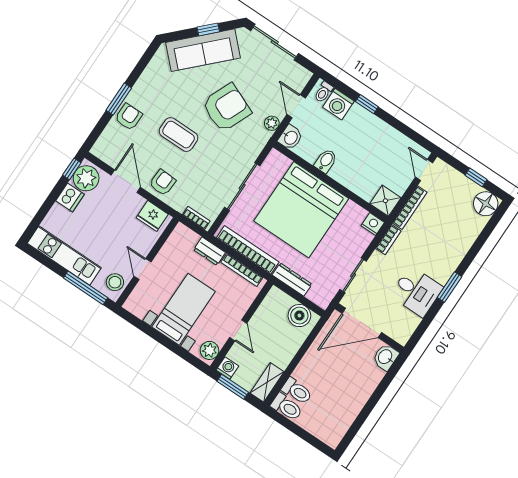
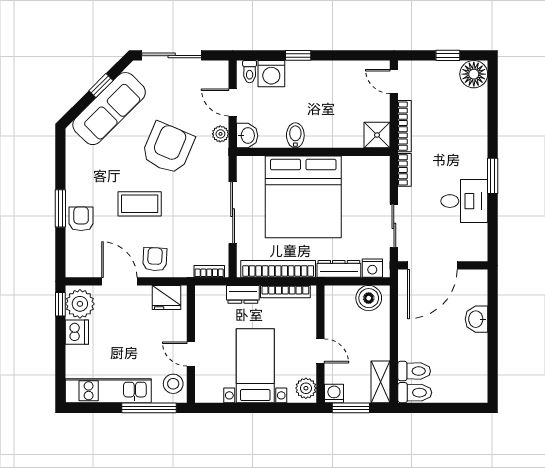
nightstand: (373, 224) -> (372, 268), moved, turned 180
washbasin: (386, 357) -> (476, 319), moved

